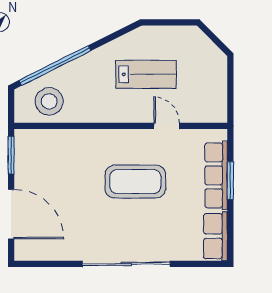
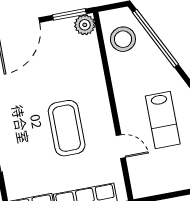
door: (167, 126) -> (121, 147), hinge flipped
plant: (26, 140) -> (85, 25), added

